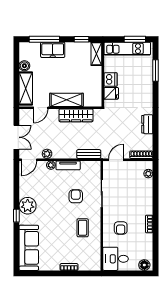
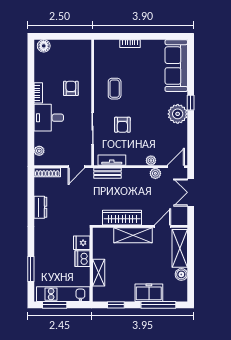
shelving: (96, 54) -> (99, 273), moved
tv unit: (68, 165) -> (112, 160), moved
desk: (116, 259) -> (49, 118), moved, turned 180

